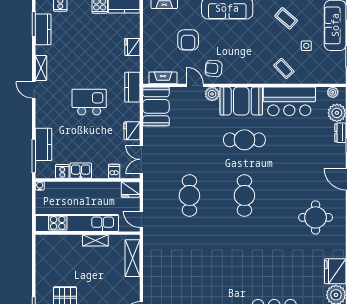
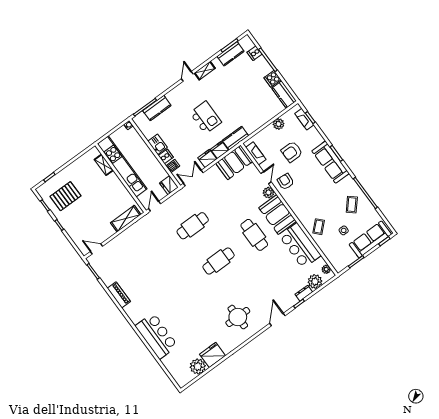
plant: (150, 33) -> (279, 124), added
fridge: (132, 47) -> (219, 150), moved
cooker: (62, 171) -> (166, 156), moved
shelving: (95, 240) -> (104, 165), moved

